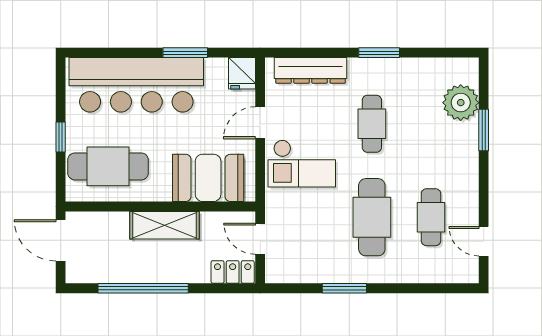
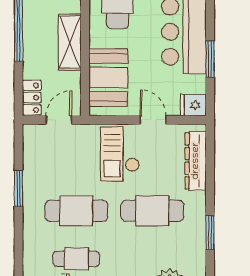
window: (379, 53) -> (210, 233), moved
cafe table: (372, 124) -> (152, 211), width x1.37, depth x1.35

